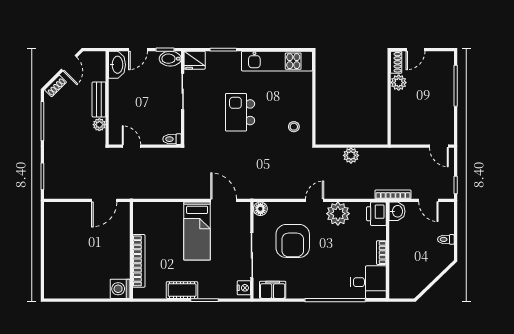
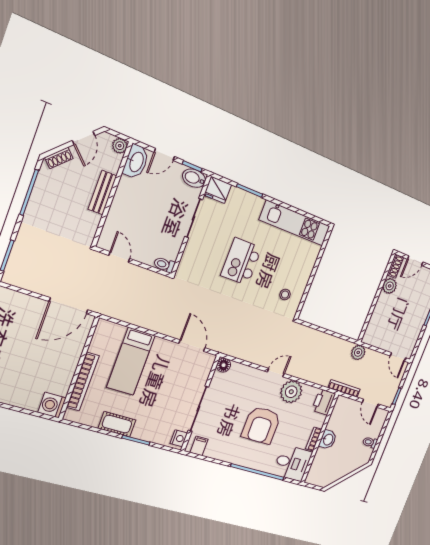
plant: (99, 125) -> (120, 146), moved
plant: (351, 155) -> (358, 352), moved
door: (104, 200) -> (68, 306), width x1.36
washbasin: (397, 211) -> (328, 439), moved
bed: (197, 231) -> (131, 361), moved
armchair: (293, 241) -> (261, 425), moved
filing cabinet: (273, 290) -> (199, 446), width x0.50

